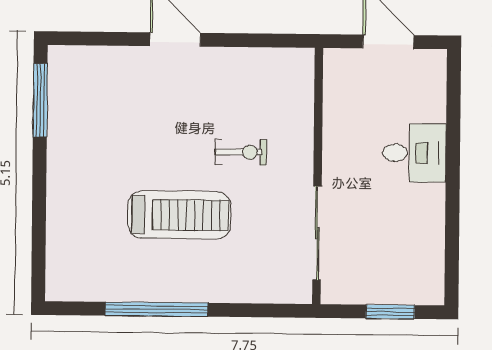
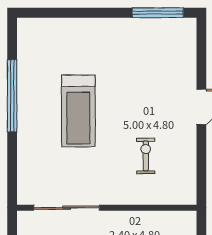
exercise bike: (241, 152) -> (146, 156), moved, turned 180

